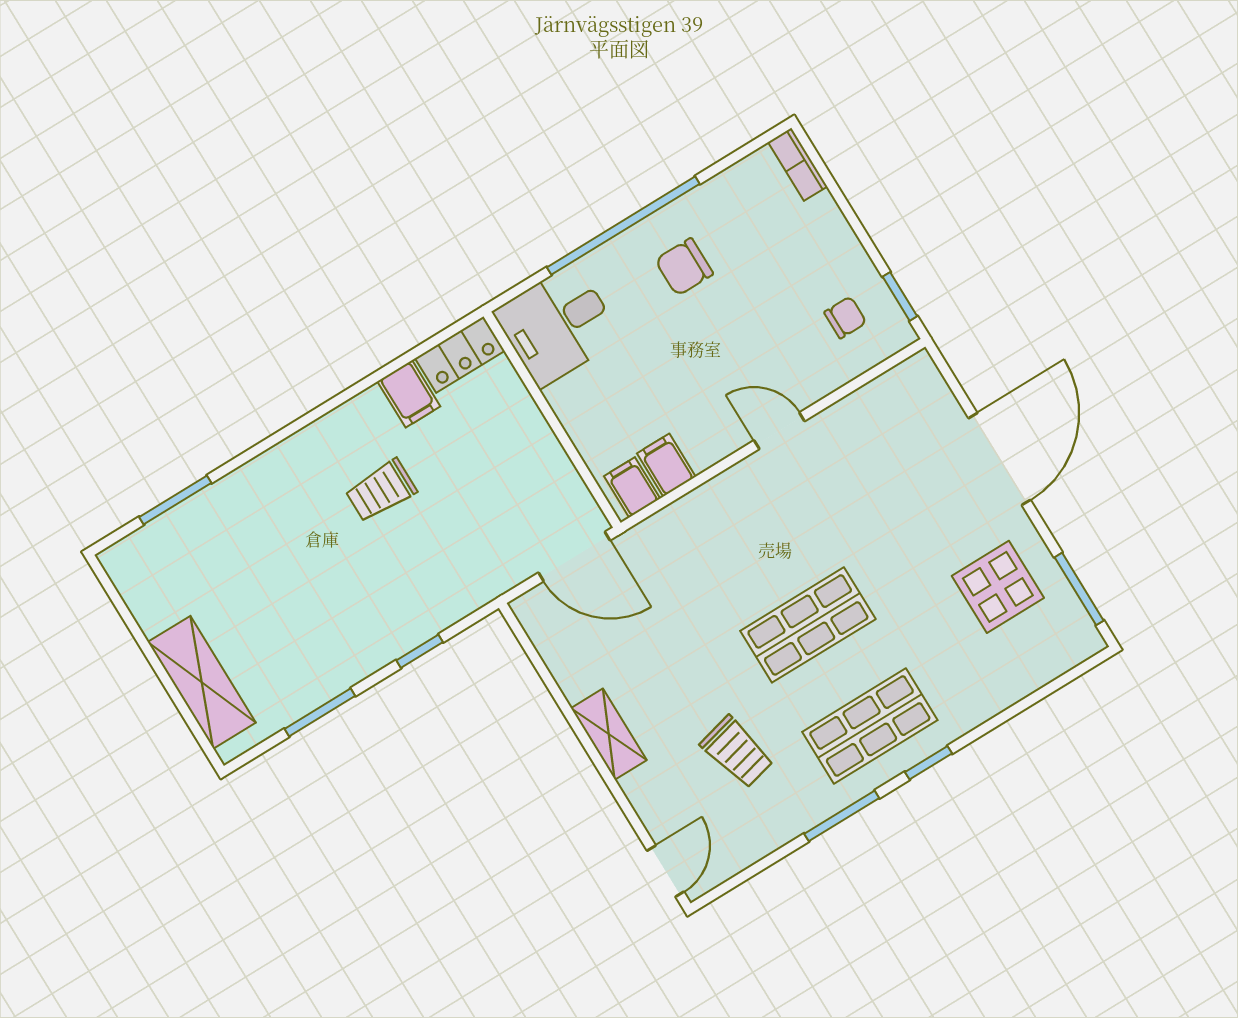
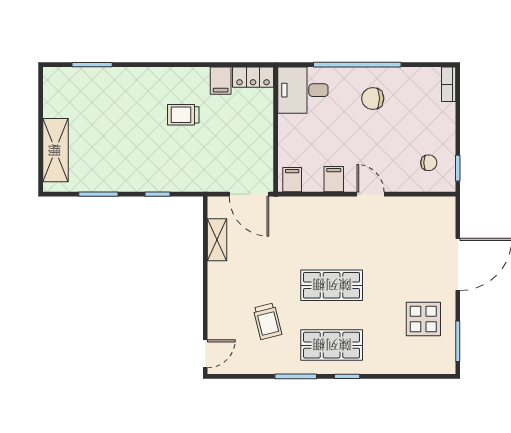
filing cabinet: (666, 465) -> (334, 179), moved
shelving: (609, 734) -> (217, 240), moved

